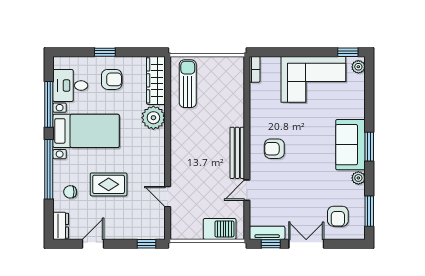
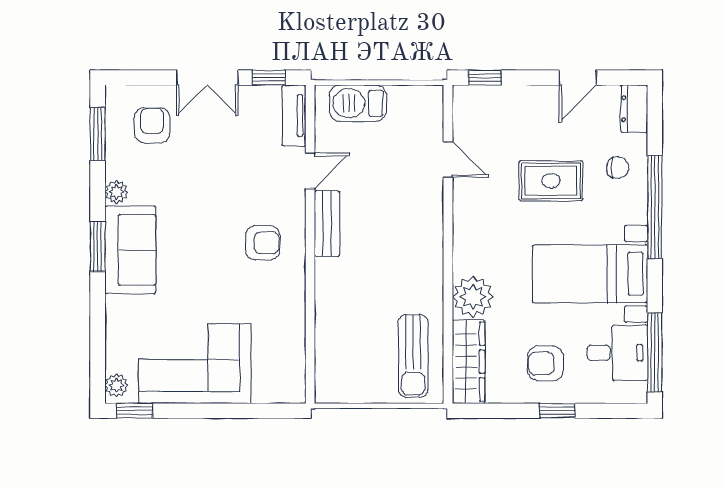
bookcase: (255, 69) -> (297, 381), removed
window: (49, 104) -> (655, 352), moved
bench: (237, 153) -> (327, 224), width x0.73
tv unit: (267, 233) -> (294, 116), moved, turned 90

